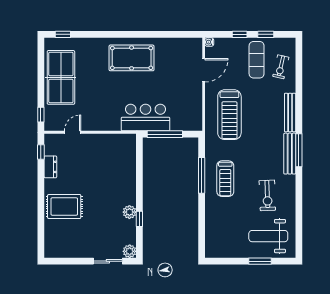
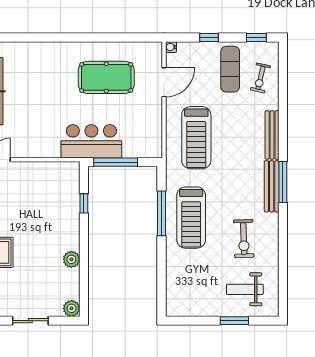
window: (266, 34) -> (256, 38), moved
pool table: (132, 58) -> (106, 77), moved
treadmill: (225, 179) -> (191, 218), width x1.37, depth x1.38
window: (139, 219) -> (84, 203), moved
weight bench: (268, 236) -> (245, 289), width x0.73, depth x0.75
sliding door: (108, 261) -> (30, 321), moved

